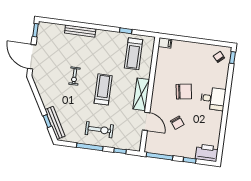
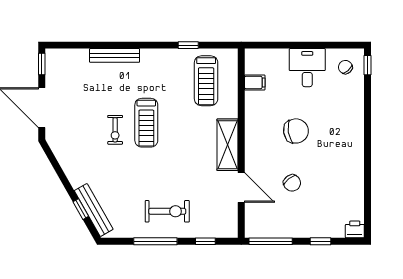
filing cabinet: (165, 43) -> (255, 83), moved
treadmill: (103, 89) -> (146, 123), moved, turned 180
desk: (213, 99) -> (307, 68), moved, turned -90
printer: (207, 153) -> (355, 229), width x0.53, depth x0.68

